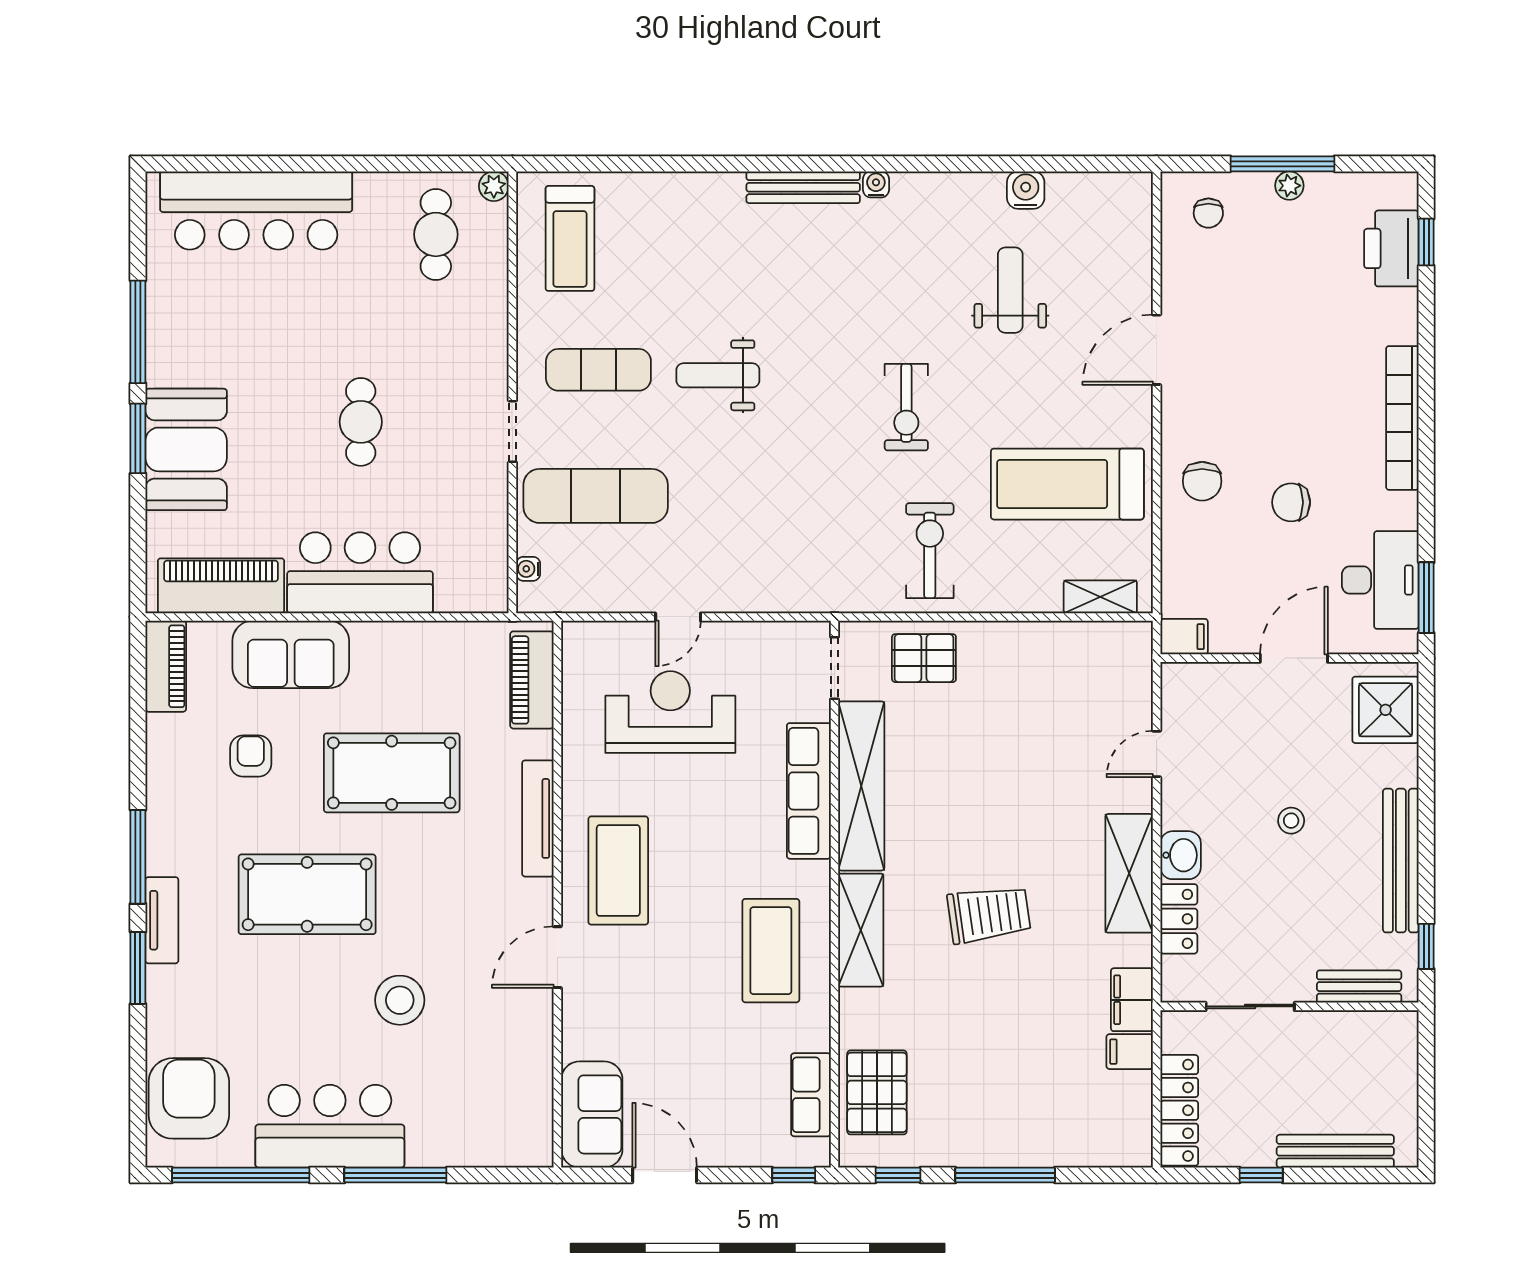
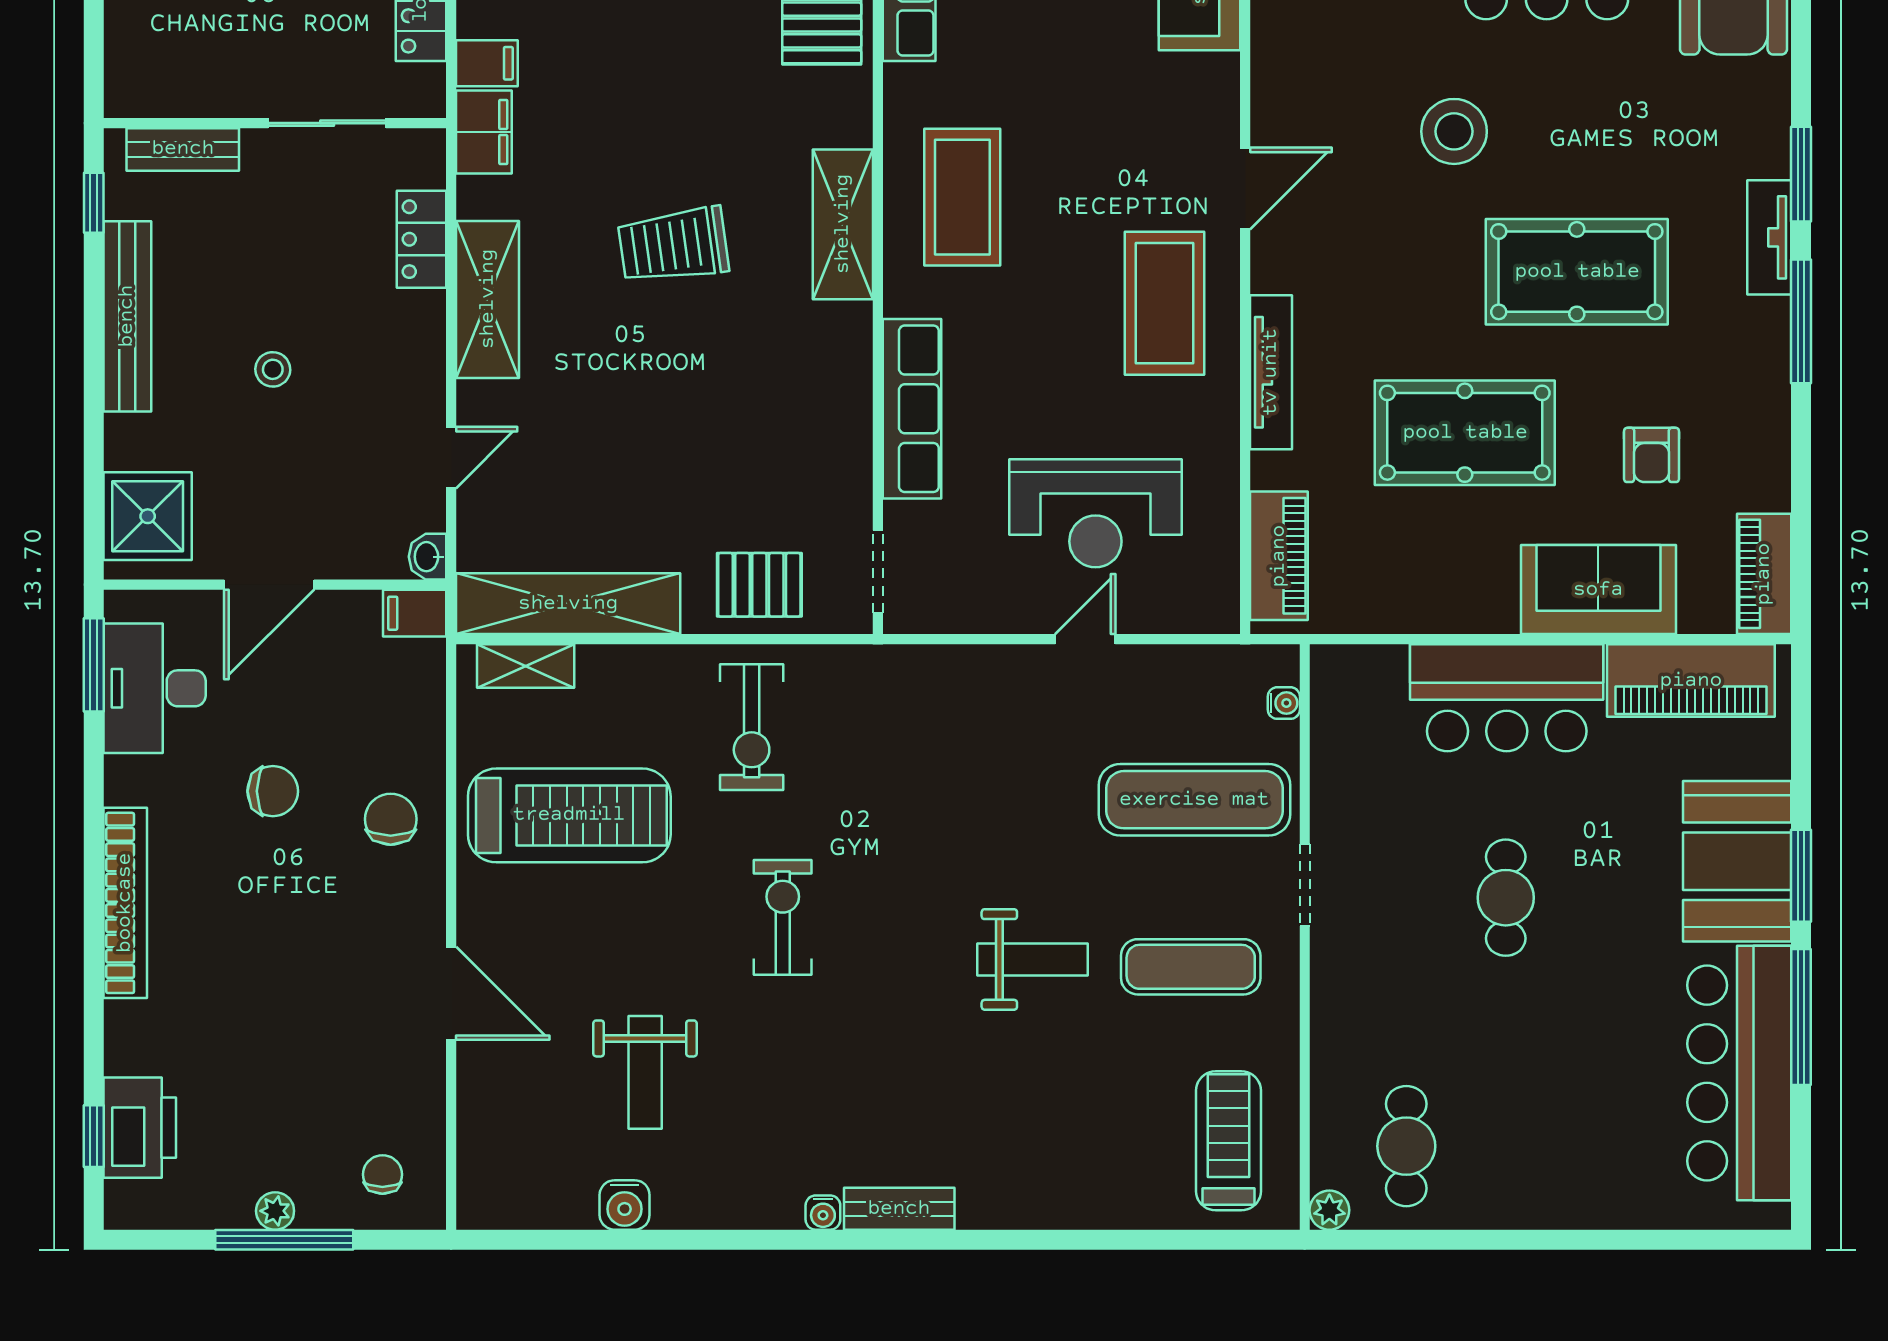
bench: (803, 187) -> (899, 1209), width x0.73
bar counter: (256, 210) -> (1739, 1073), moved, turned -90
door: (1157, 350) -> (451, 993), hinge flipped
shelving: (861, 786) -> (568, 604), moved, turned 90
washbasin: (1181, 855) -> (428, 557), moved, width x0.72, depth x0.69

